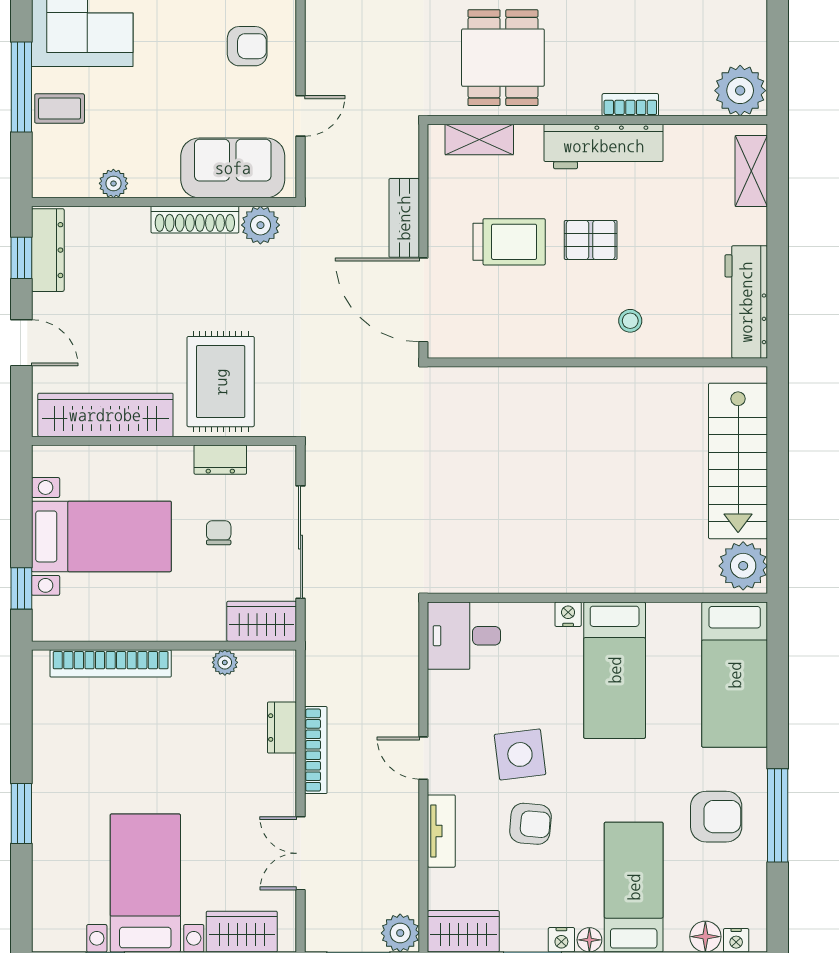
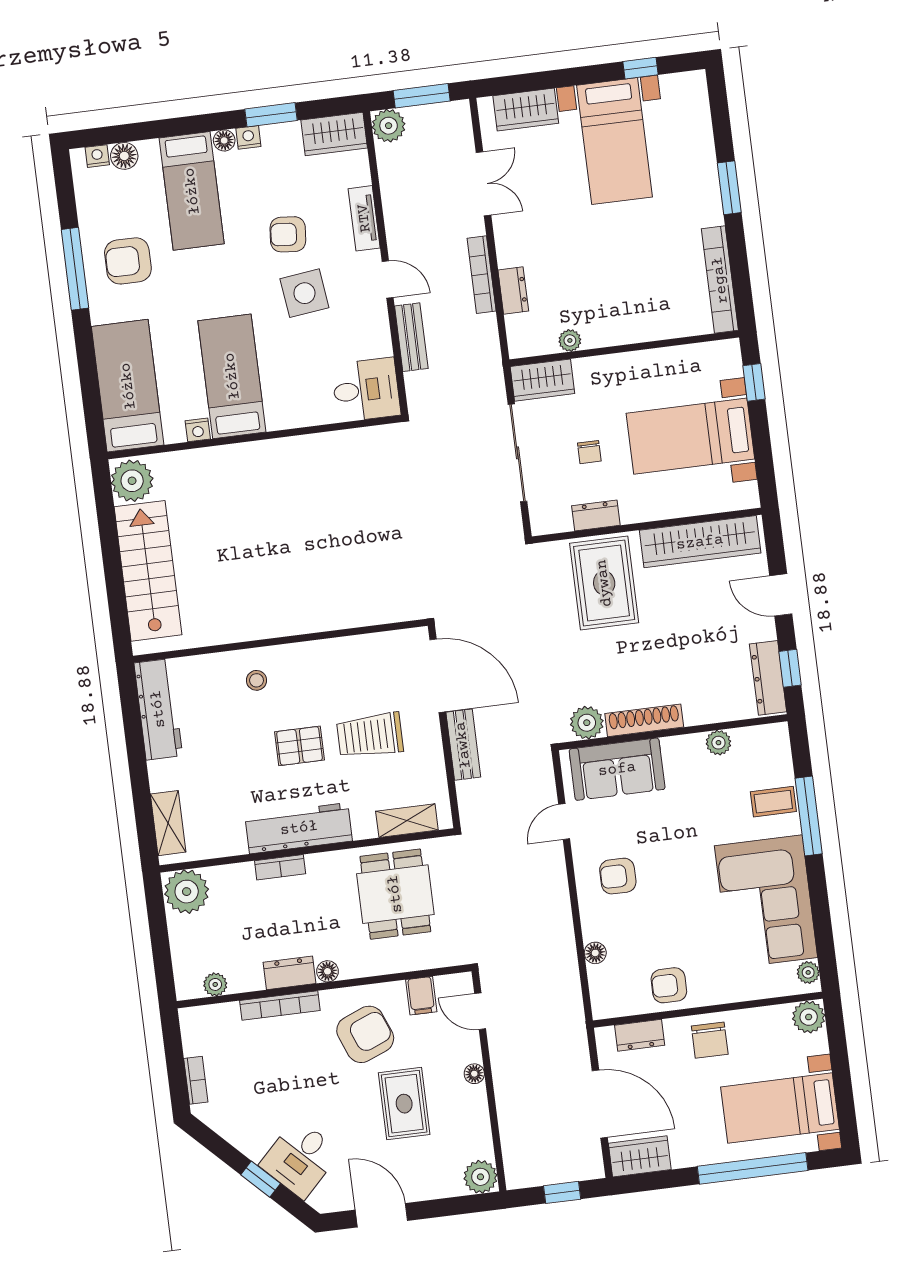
nightstand: (568, 614) -> (198, 430), moved
bookcase: (111, 663) -> (720, 280), moved, turned -90
bench: (405, 689) -> (411, 337), added

